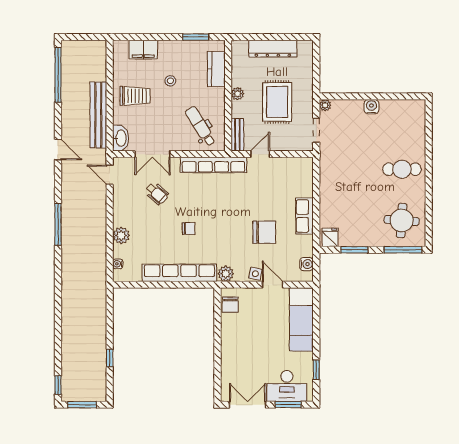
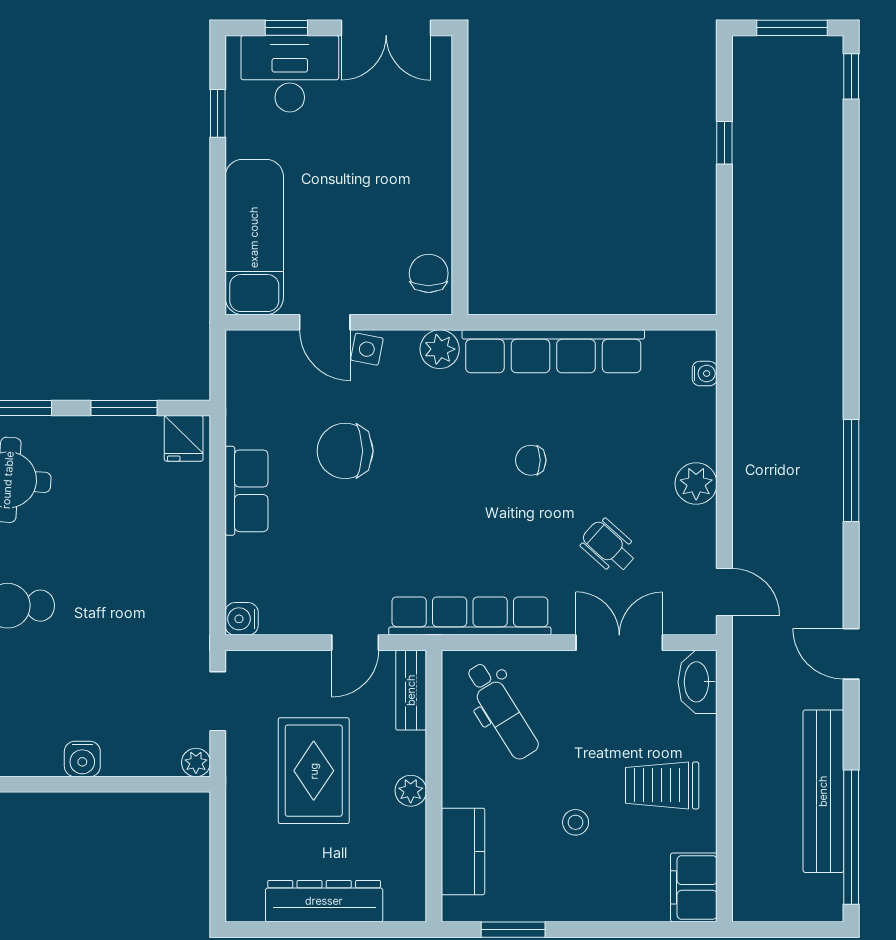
filing cabinet: (143, 50) -> (694, 887), moved, turned -90
bench: (98, 115) -> (823, 791), moved
plant: (121, 235) -> (696, 484), moved
water cooler: (306, 264) -> (242, 619), moved
window: (288, 405) -> (286, 28), width x0.67

